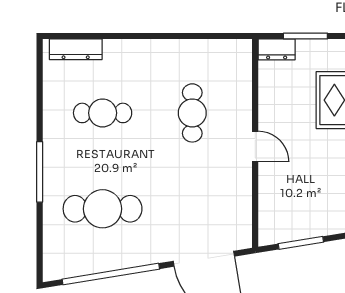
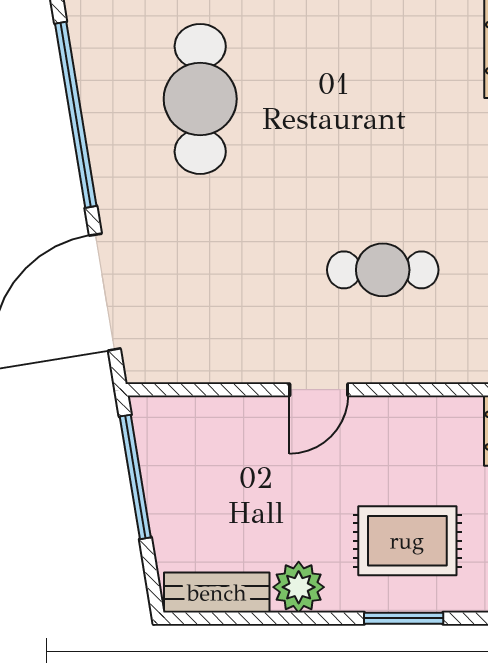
cafe table: (103, 113) -> (383, 99), removed
window: (301, 243) -> (135, 477), width x1.44

